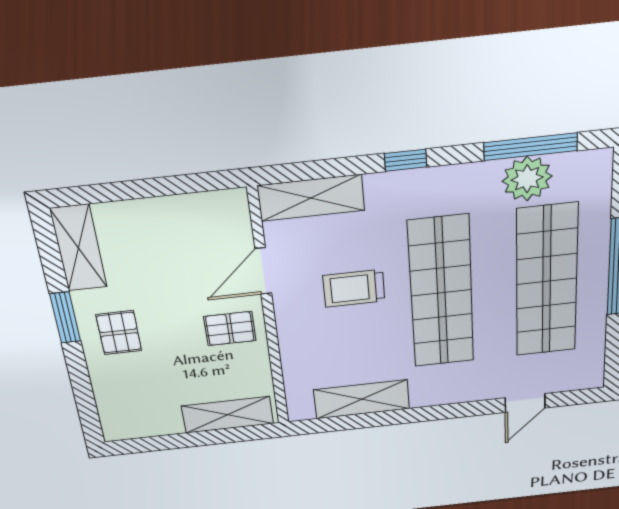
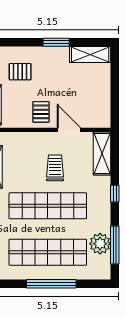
pallet: (119, 333) -> (20, 72), moved

